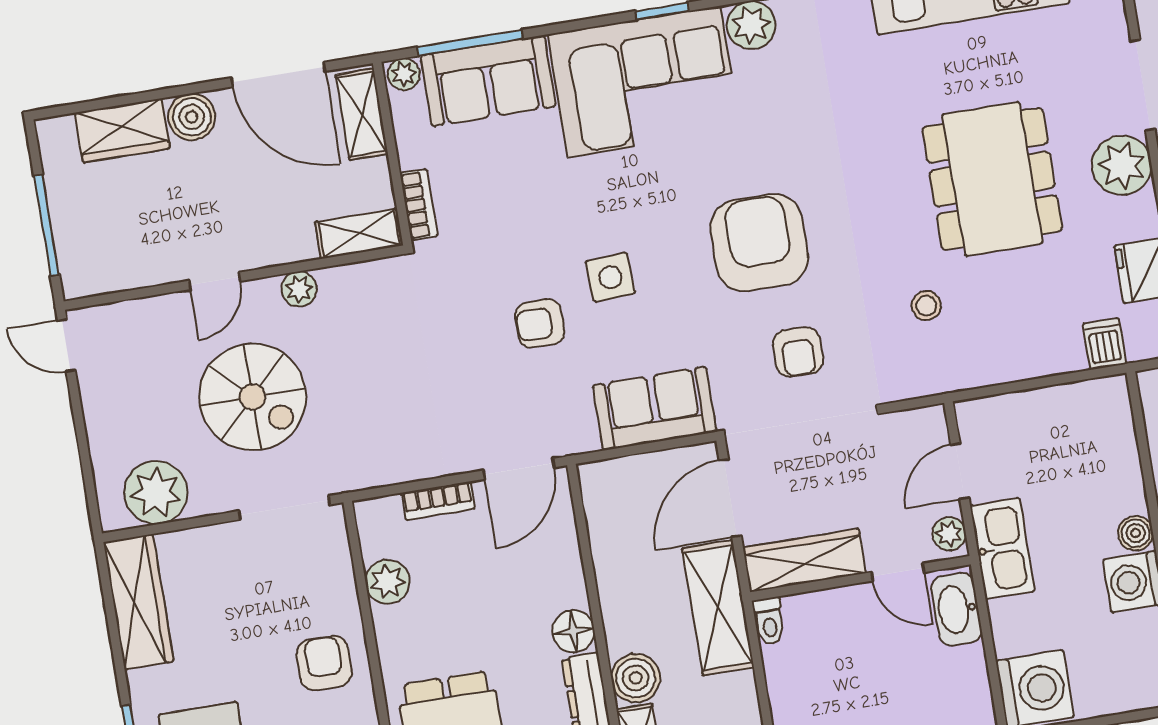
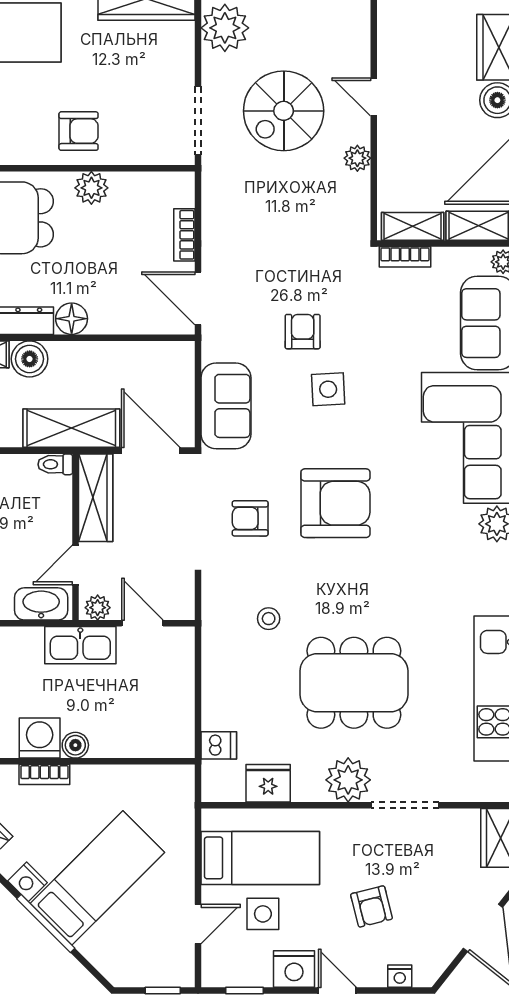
shelving: (359, 234) -> (413, 226), moved, turned 90
plant: (388, 582) -> (91, 188), moved

